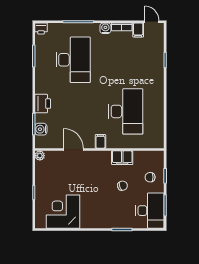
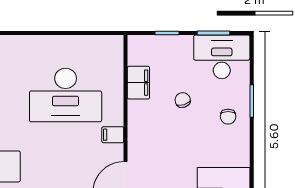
desk: (126, 111) -> (66, 95), turned 180
filing cabinet: (122, 158) -> (138, 83), moved
chair: (150, 177) -> (228, 117), moved

